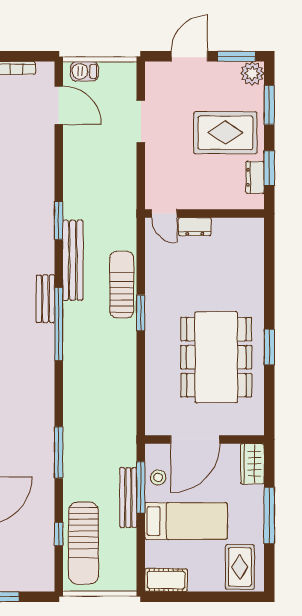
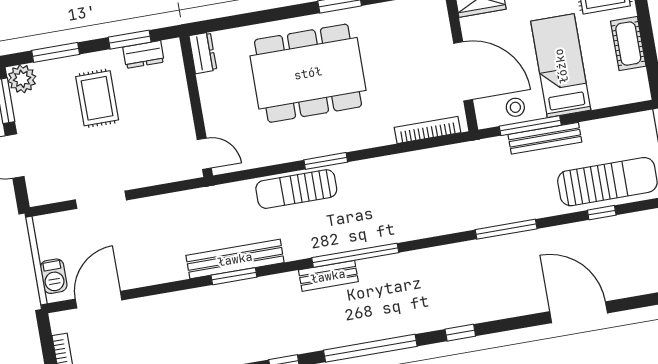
rug: (225, 133) -> (97, 98), width x0.73, depth x0.70
door: (164, 213) -> (204, 154), hinge flipped
dresser: (195, 227) -> (203, 53), moved
bench: (73, 260) -> (235, 259), moved
dining table: (216, 357) -> (308, 73), moved
bookcase: (152, 402) -> (427, 130), added
cot: (166, 580) -> (628, 44), moved

